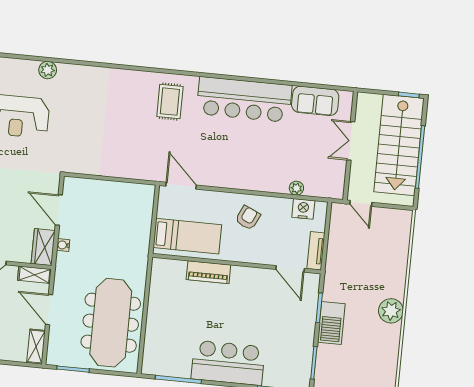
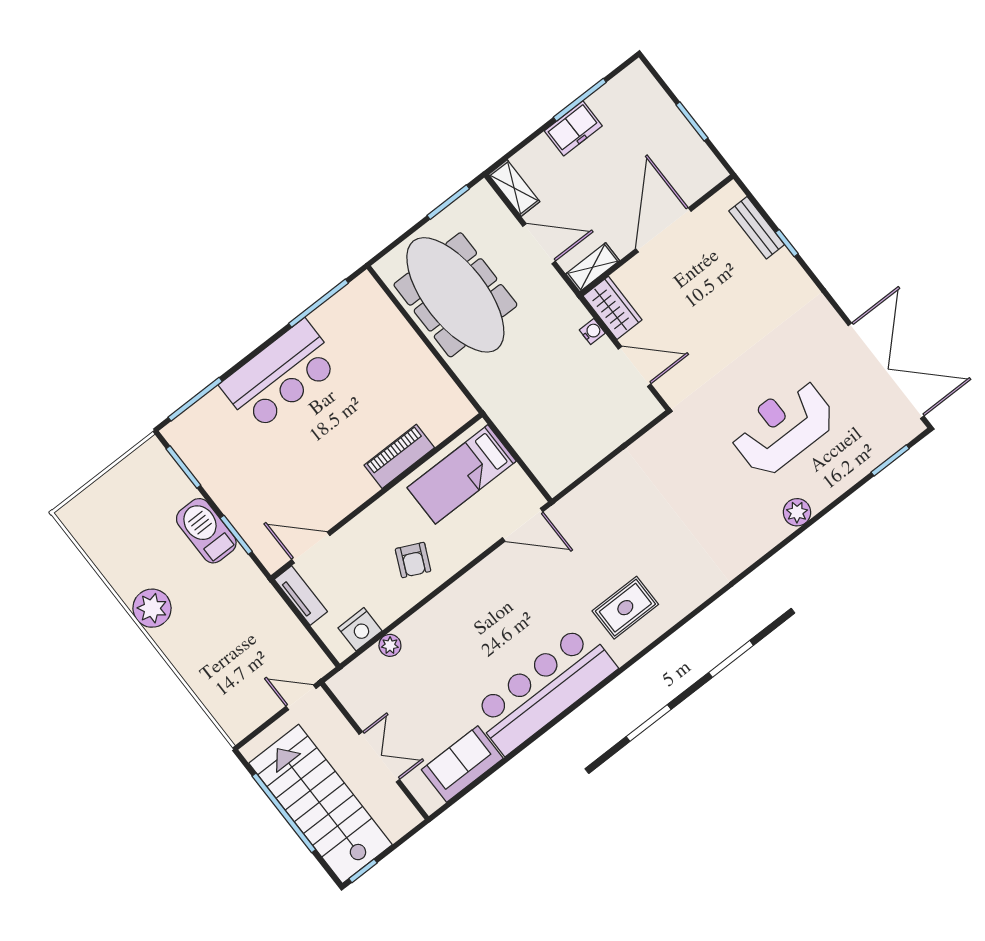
rug: (170, 102) -> (625, 608), turned 90

